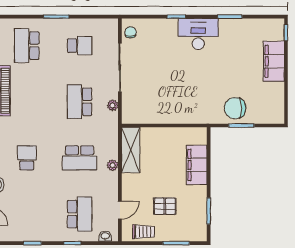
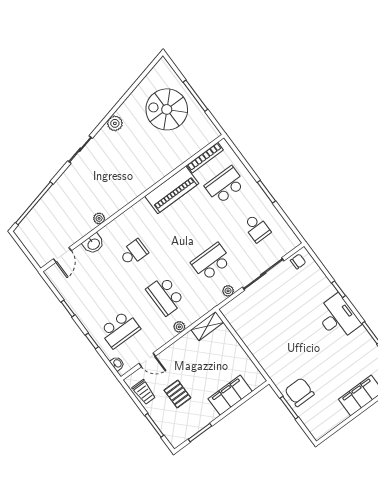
shelving: (131, 150) -> (207, 326), width x0.67, depth x0.75

